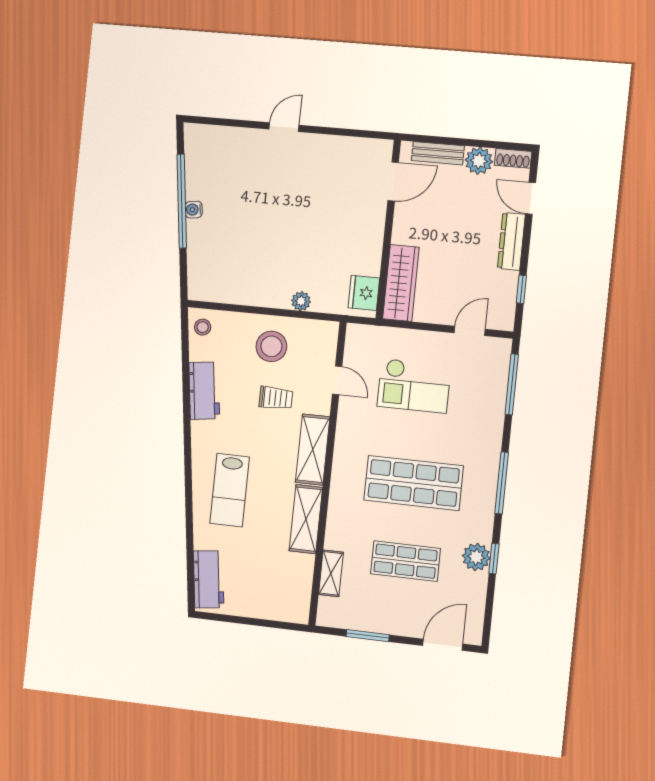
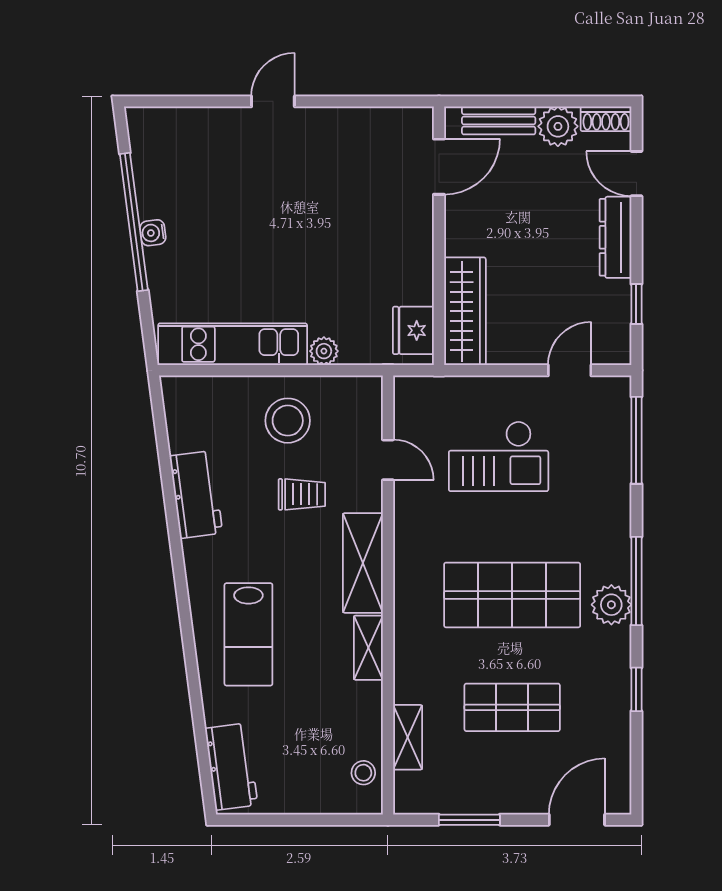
kitchen unit: (240, 291) -> (233, 344), added
stool: (203, 327) -> (363, 773), moved
shelving: (306, 519) -> (368, 648), width x0.67, depth x0.75
plant: (476, 557) -> (611, 605), moved

